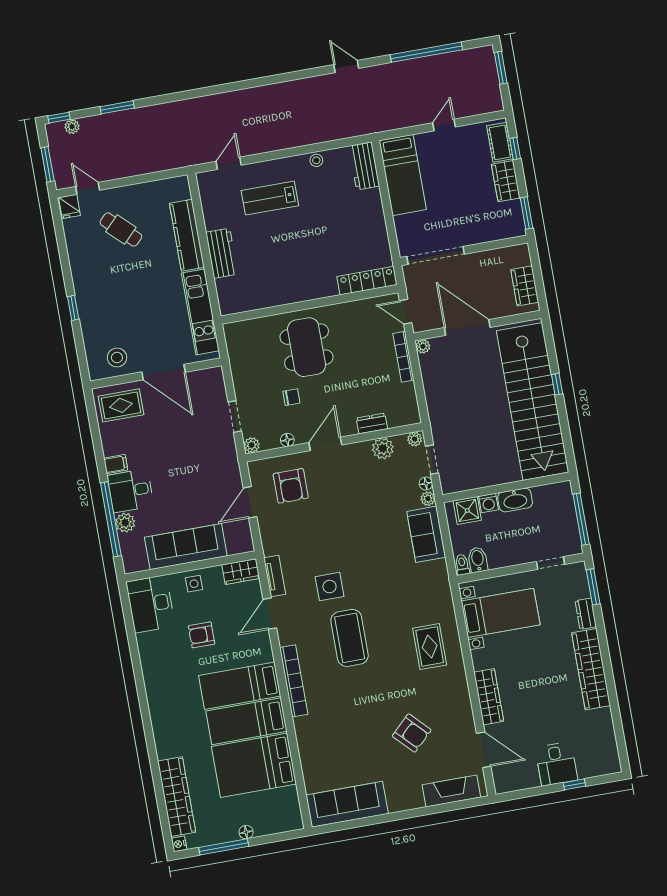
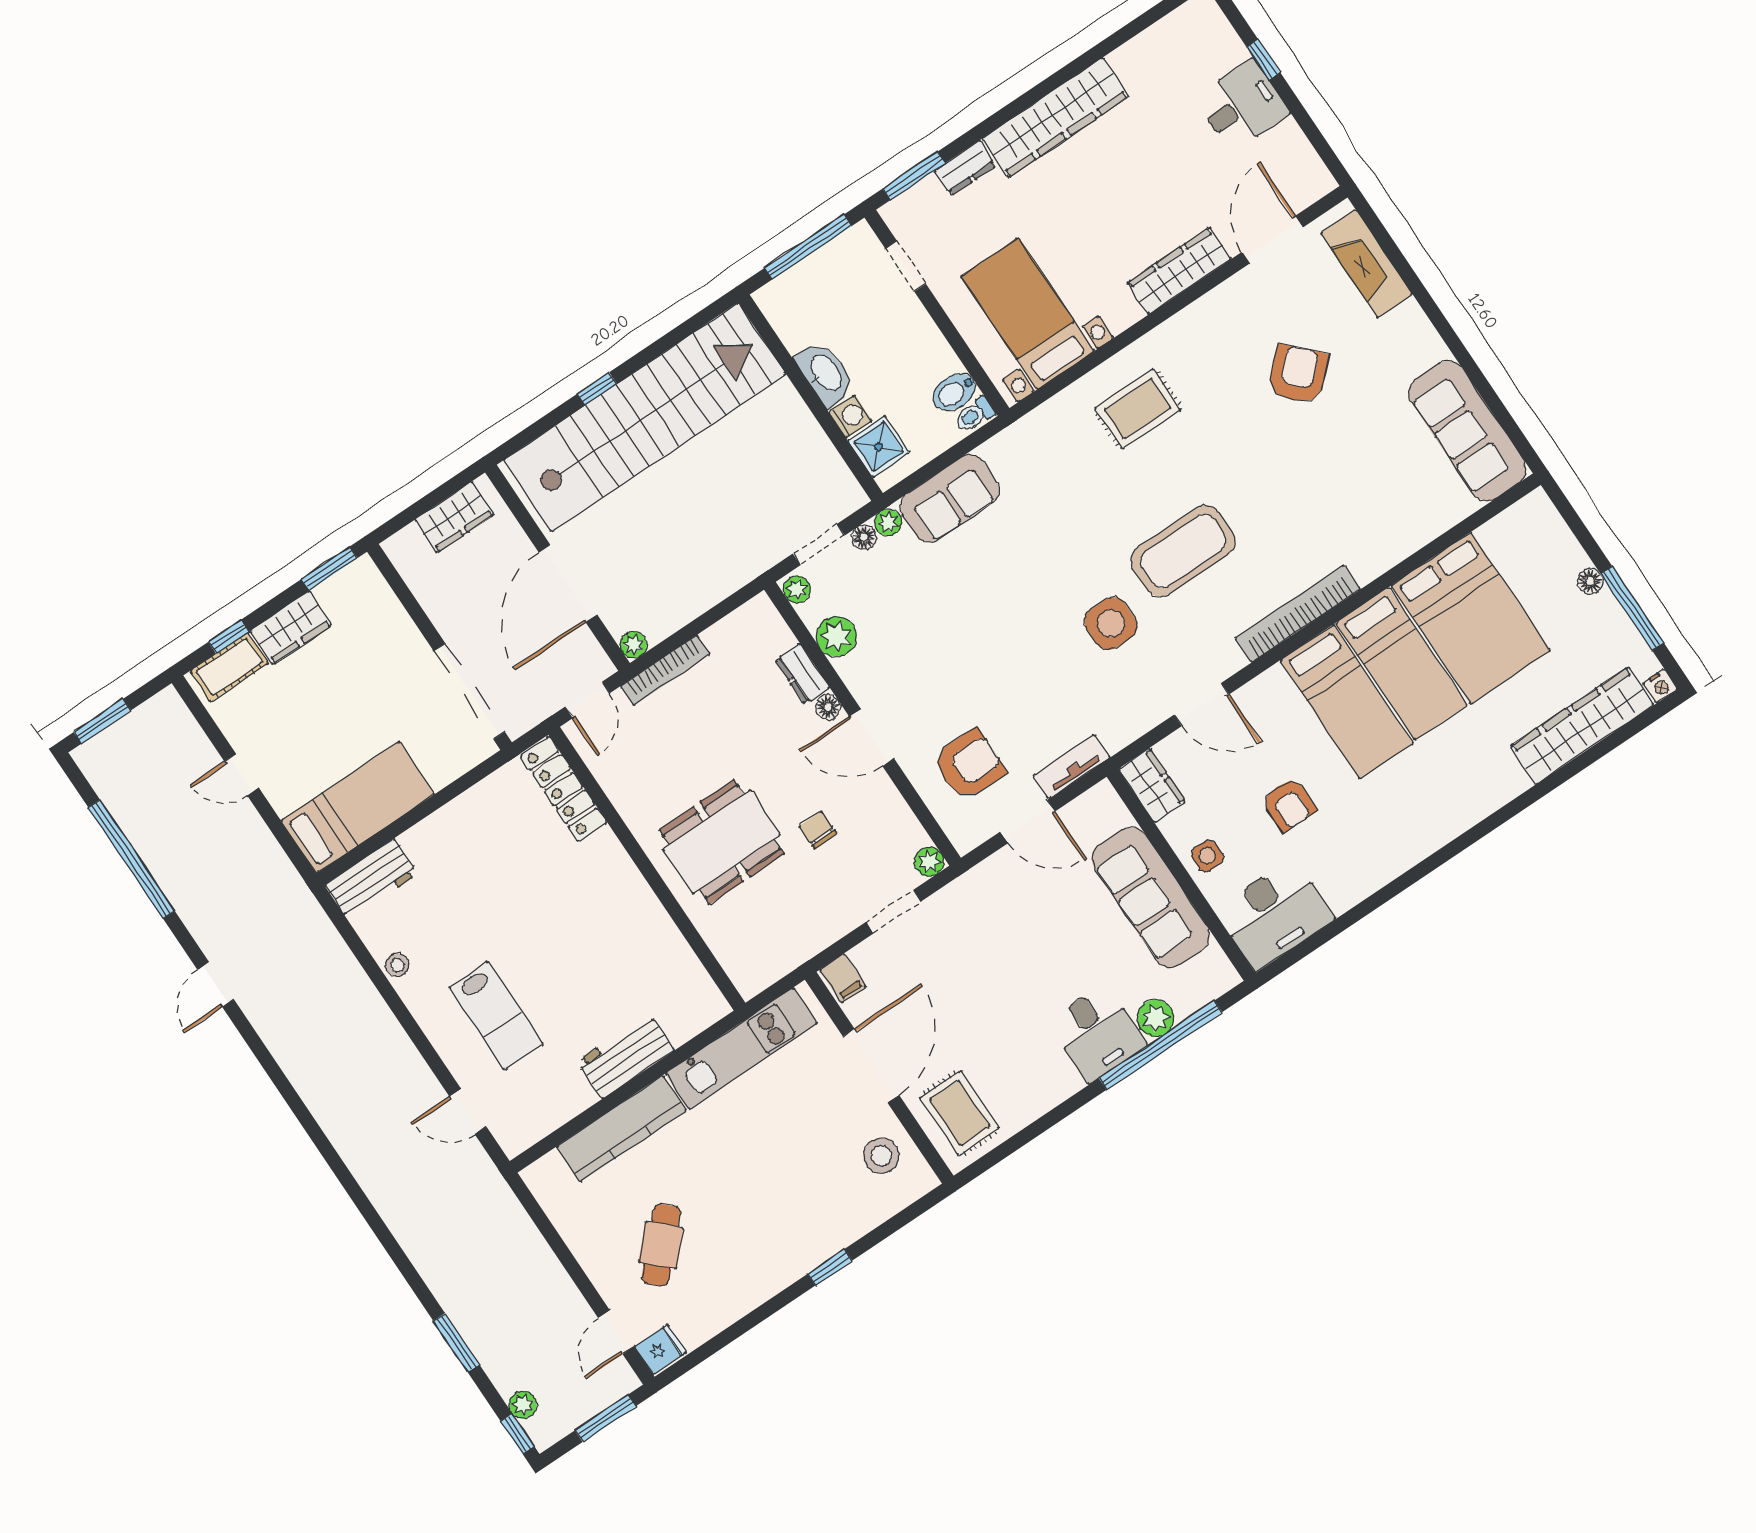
floor lamp: (287, 440) -> (828, 707), moved
filing cabinet: (116, 464) -> (843, 978), moved, turned 180
tv unit: (275, 576) -> (1072, 767), moved

